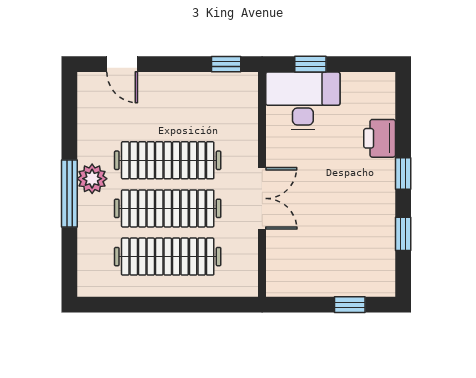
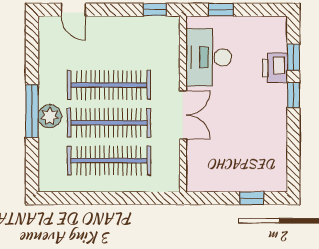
desk: (303, 101) -> (209, 57), moved, turned -90
plant: (92, 179) -> (50, 116), moved
window: (403, 234) -> (293, 57), moved

